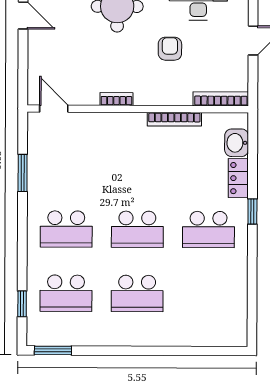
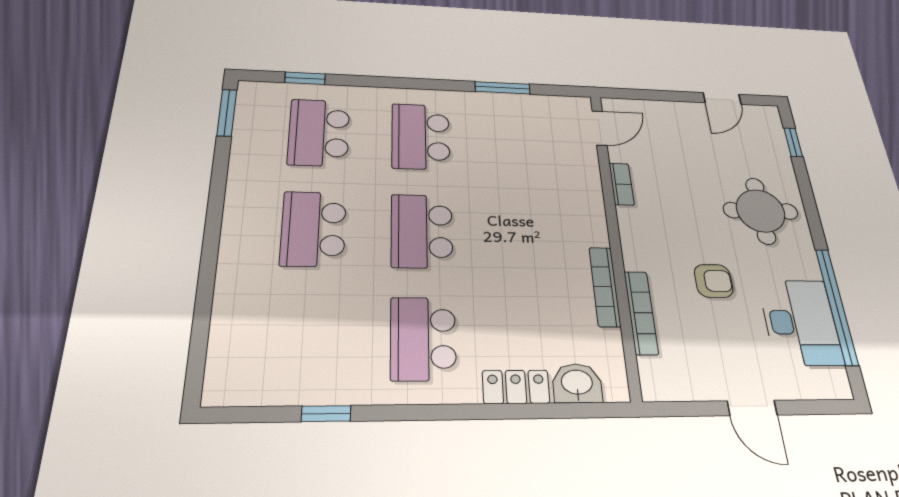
bookcase: (116, 99) -> (622, 184), moved
bookcase: (221, 99) -> (641, 313), moved
window: (252, 212) -> (326, 414), moved

